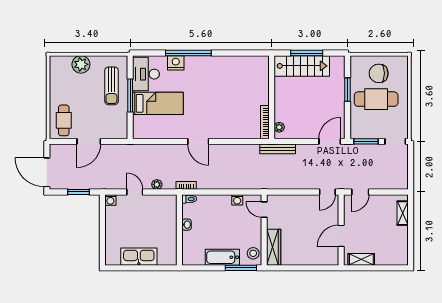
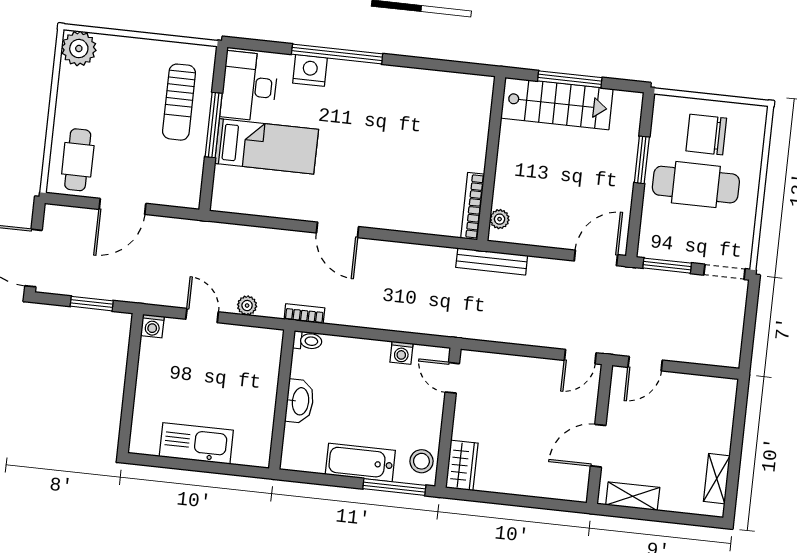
plant: (81, 64) -> (79, 49), moved
shelving: (403, 213) -> (717, 479), moved
washbasin: (187, 225) -> (300, 401), width x1.91, depth x1.45
wardrobe: (274, 247) -> (462, 465), width x0.67

